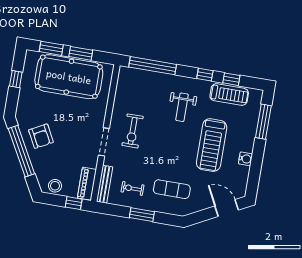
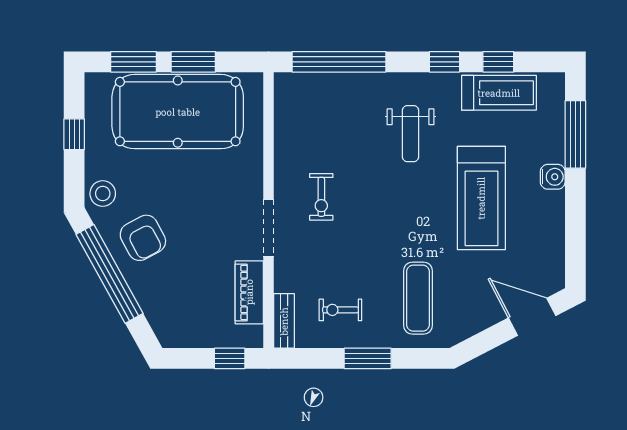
exercise bike: (133, 131) -> (321, 197), width x0.73, depth x0.72
water cooler: (245, 159) -> (553, 177), moved
piano: (87, 184) -> (249, 292), moved
bench: (105, 184) -> (284, 321), width x0.73
stool: (55, 186) -> (103, 194), moved
exercise mat: (172, 189) -> (418, 298), turned 90

